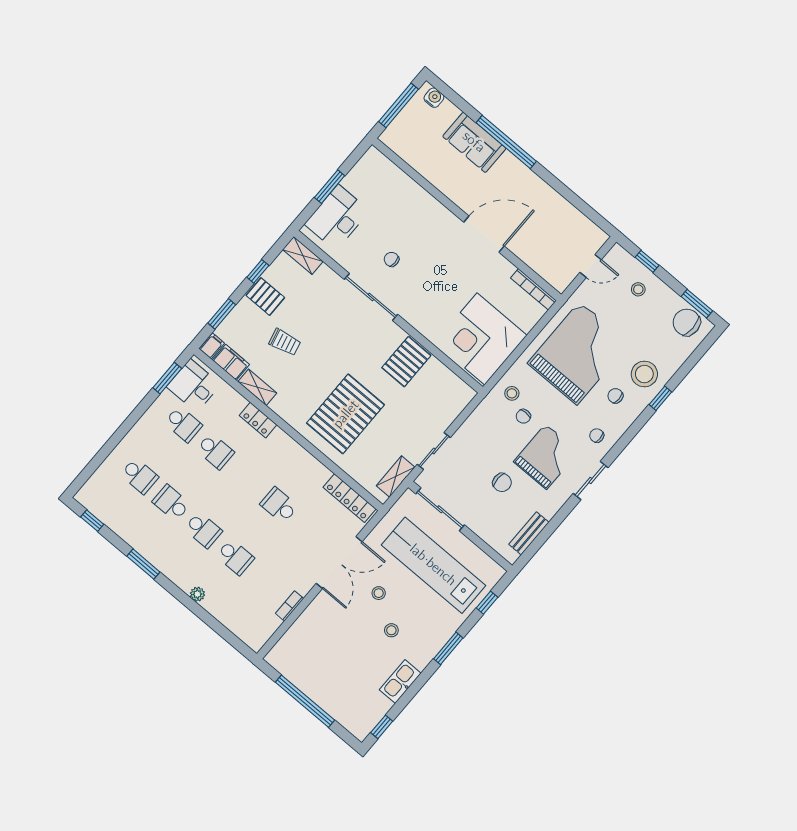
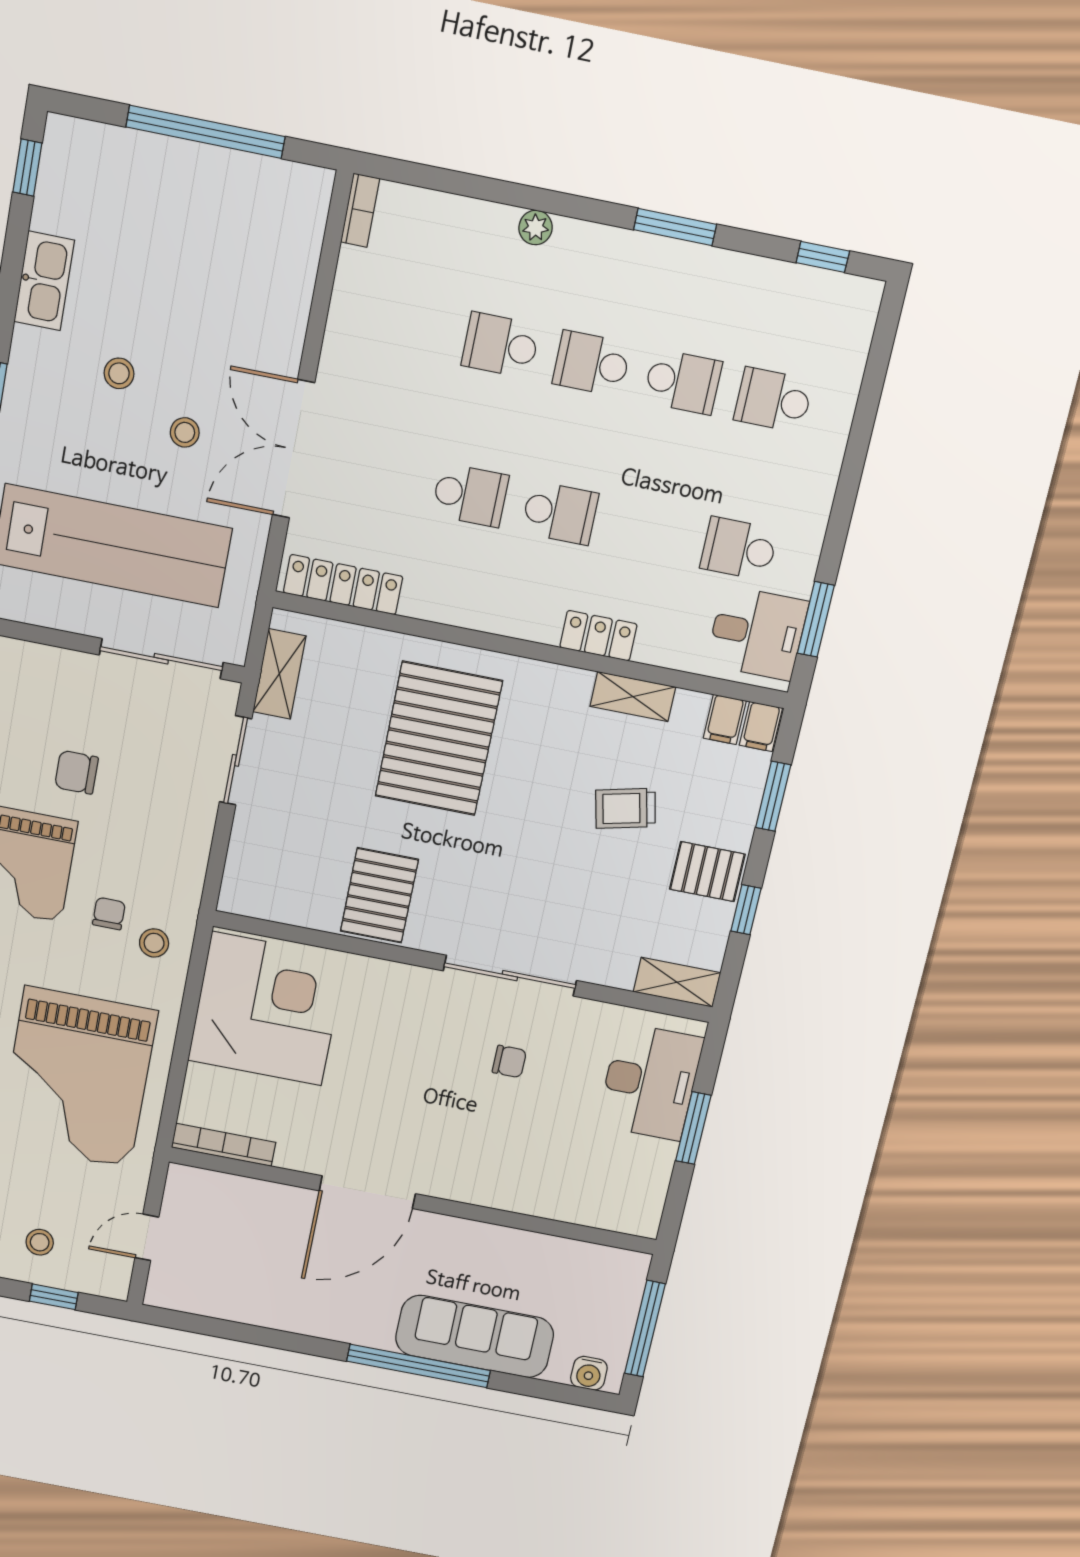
sofa: (474, 142) -> (475, 1336), width x1.36
filing cabinet: (231, 362) -> (725, 719), width x0.50
school desk: (215, 451) -> (560, 513), moved, turned 180
bookcase: (290, 606) -> (360, 210), moved

